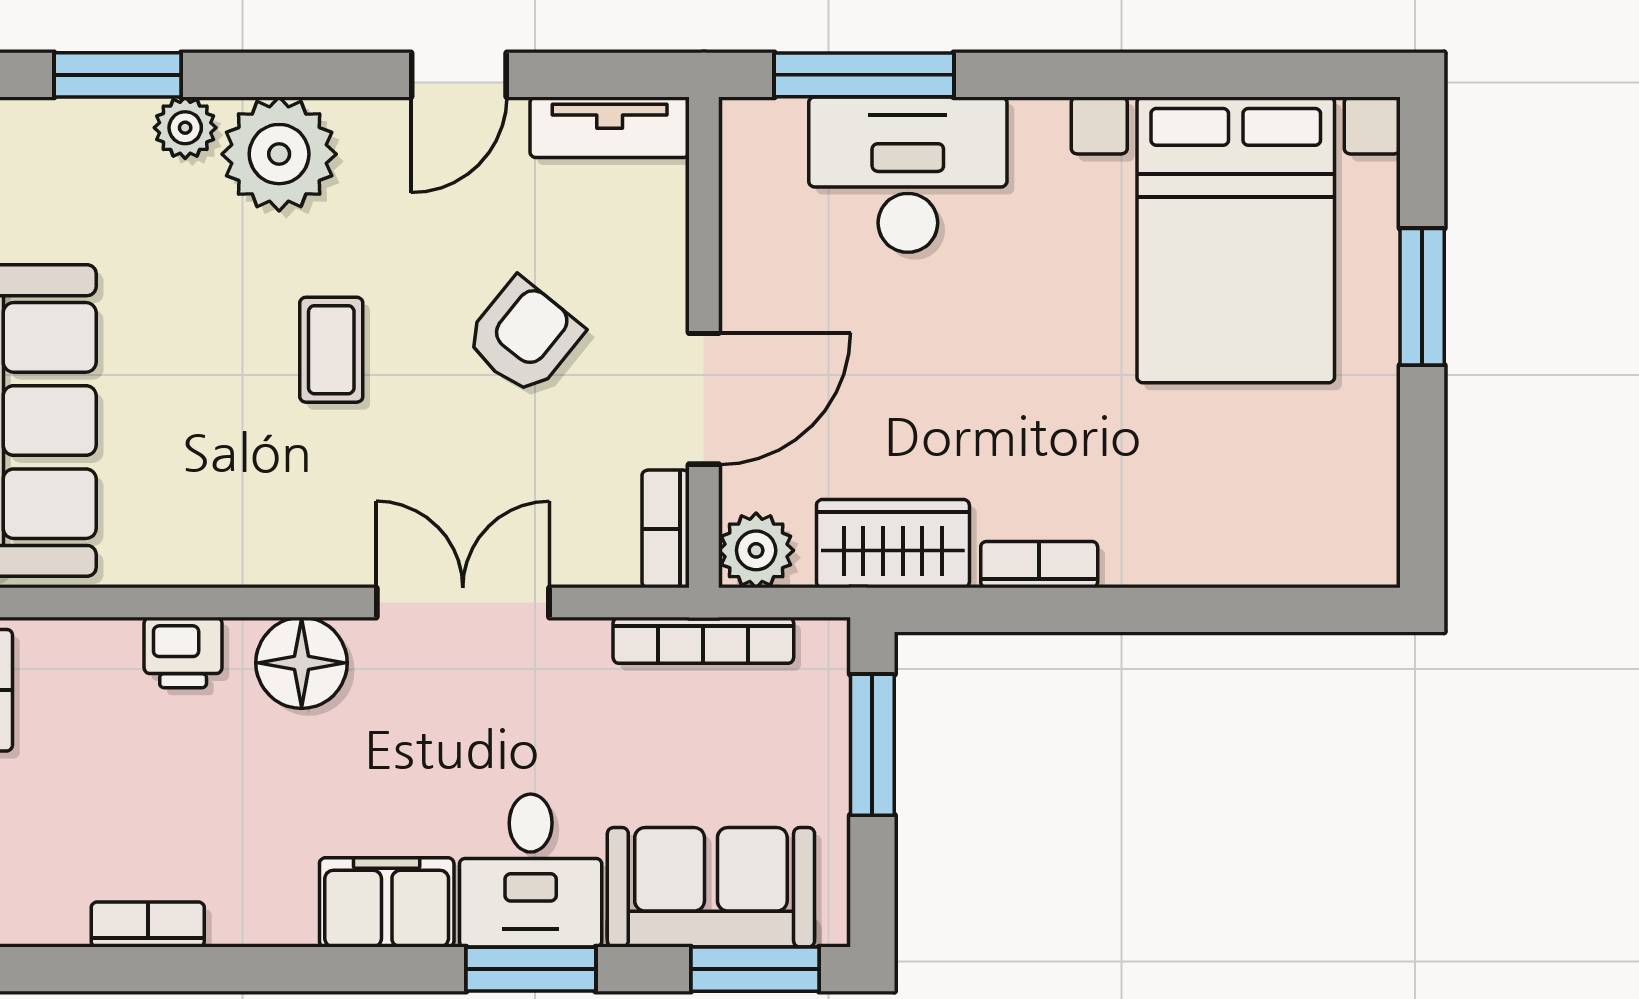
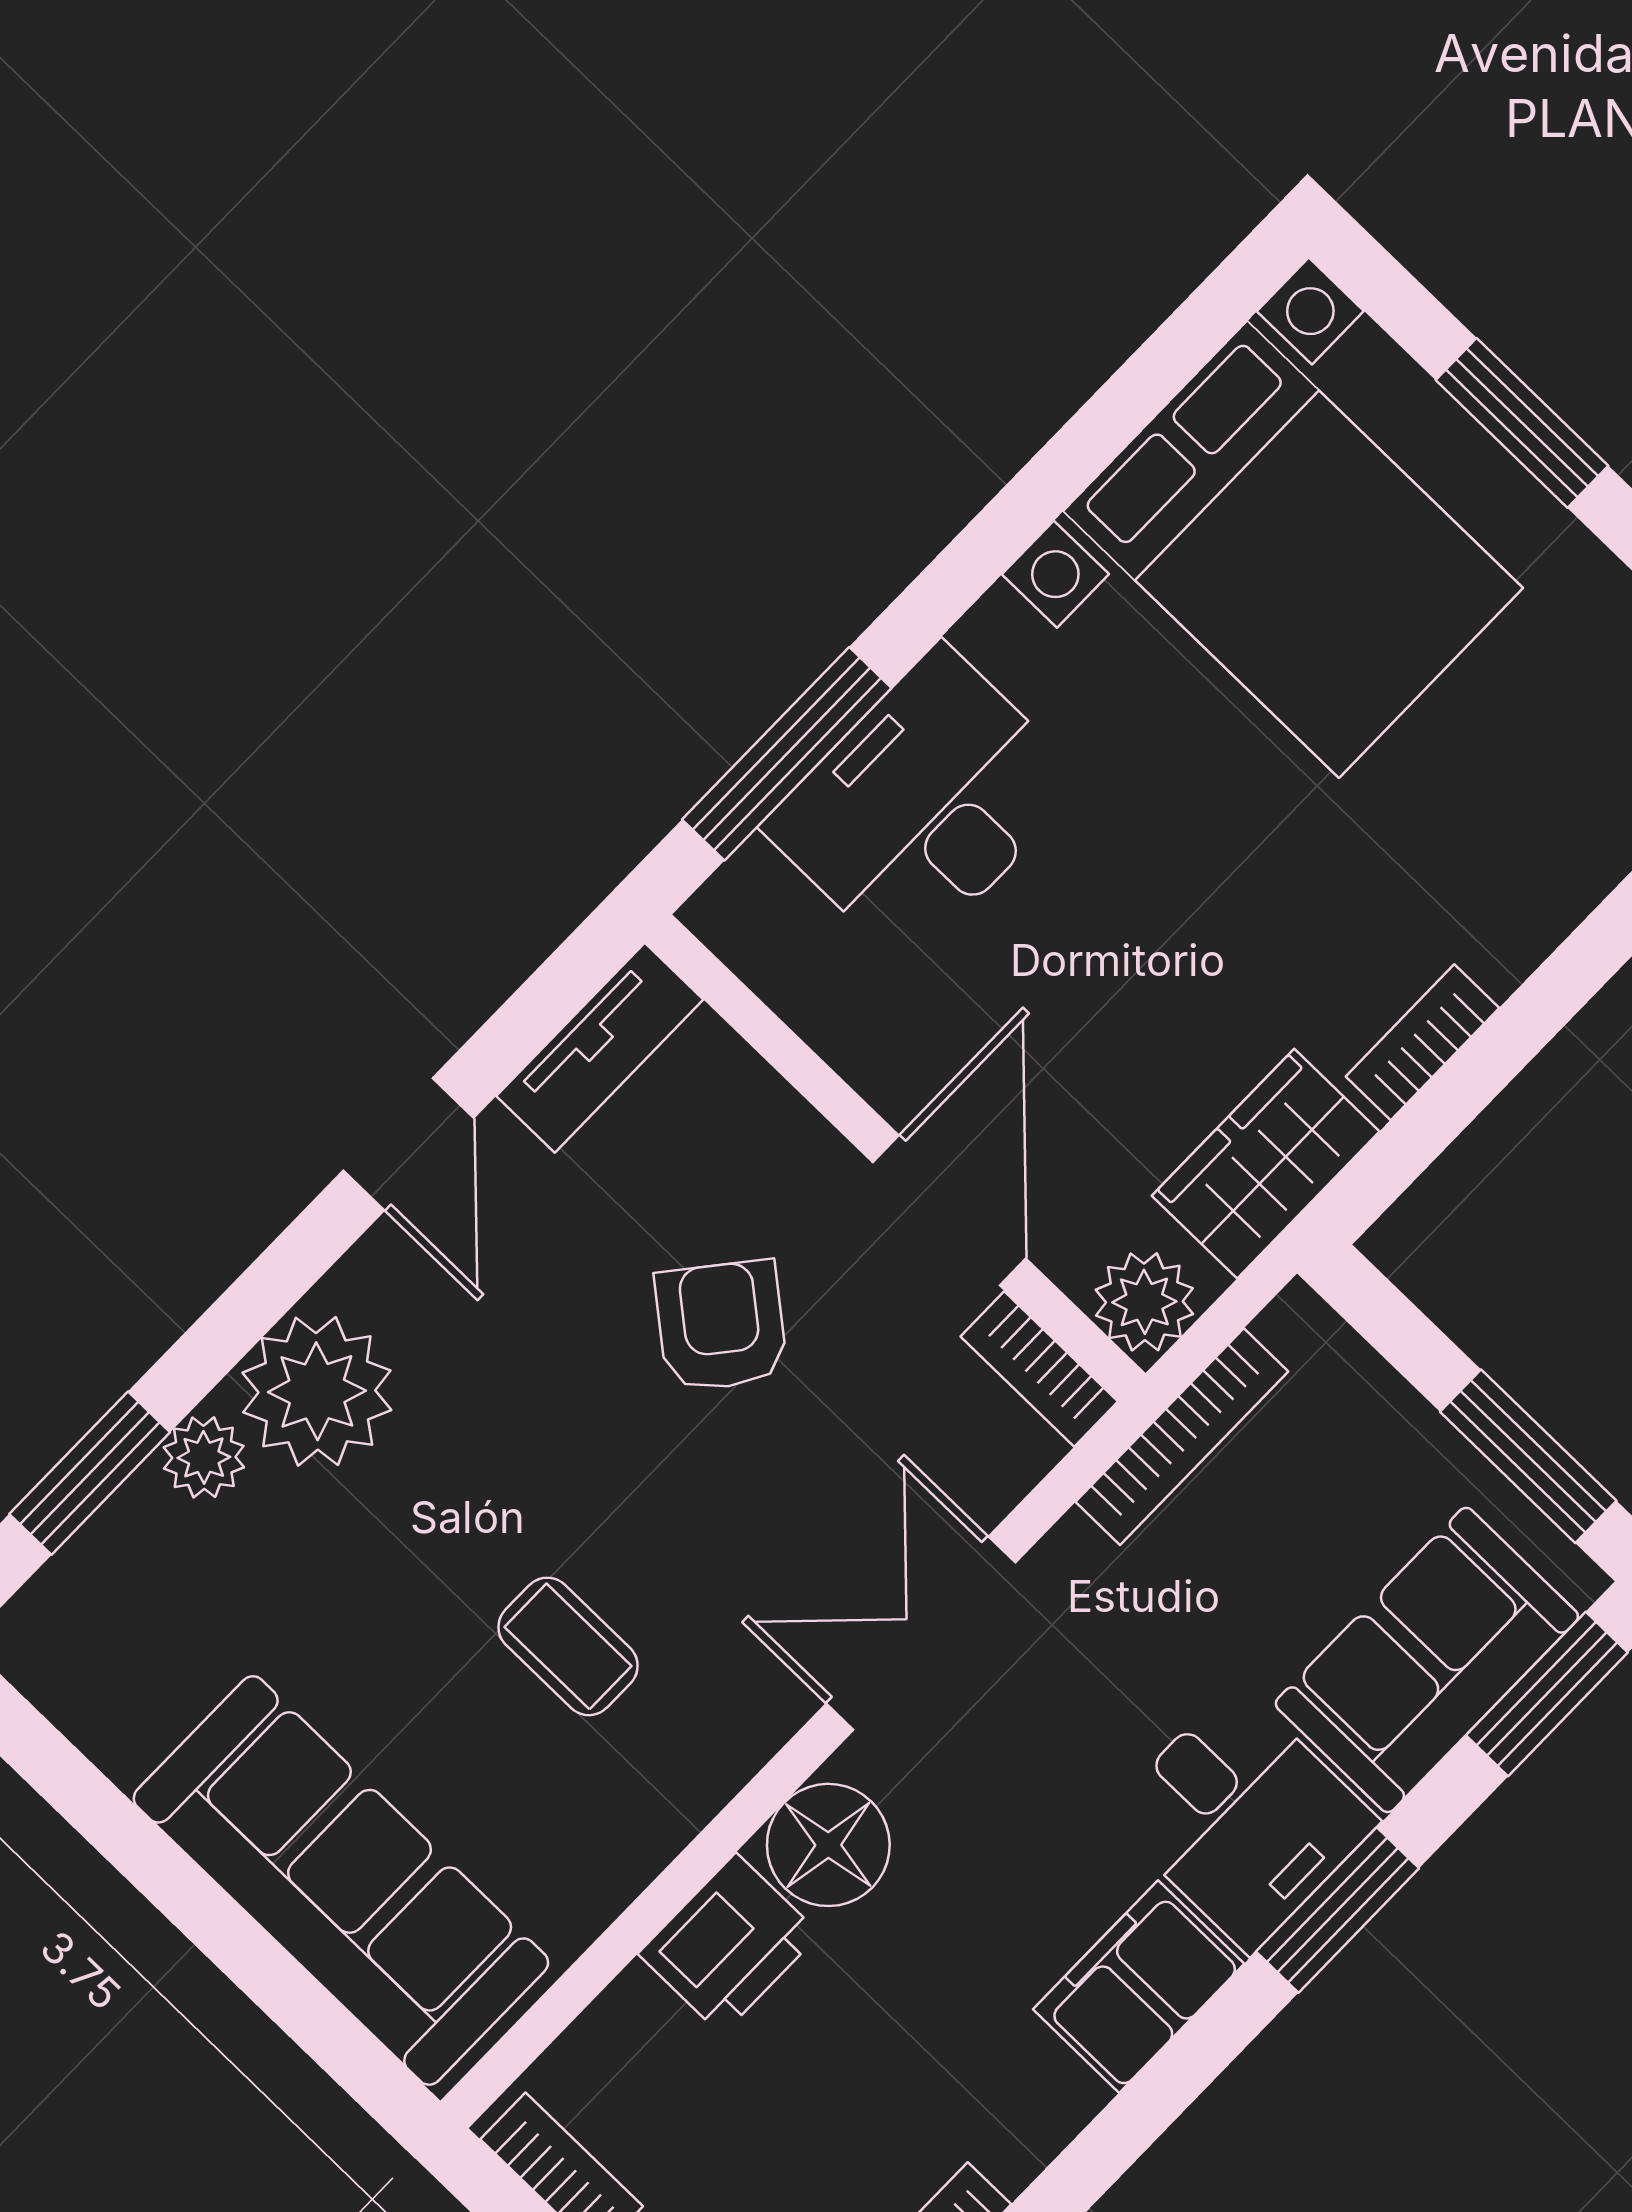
coffee table: (331, 350) -> (568, 1646), moved
printer: (183, 653) -> (729, 1944), width x1.36, depth x1.24
window: (872, 745) -> (1528, 1456), moved

